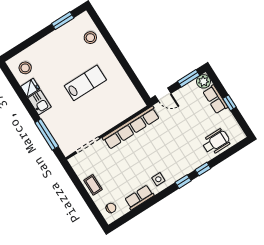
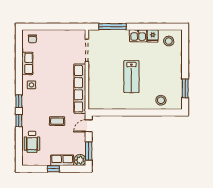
coffee table: (93, 185) -> (57, 121), moved

